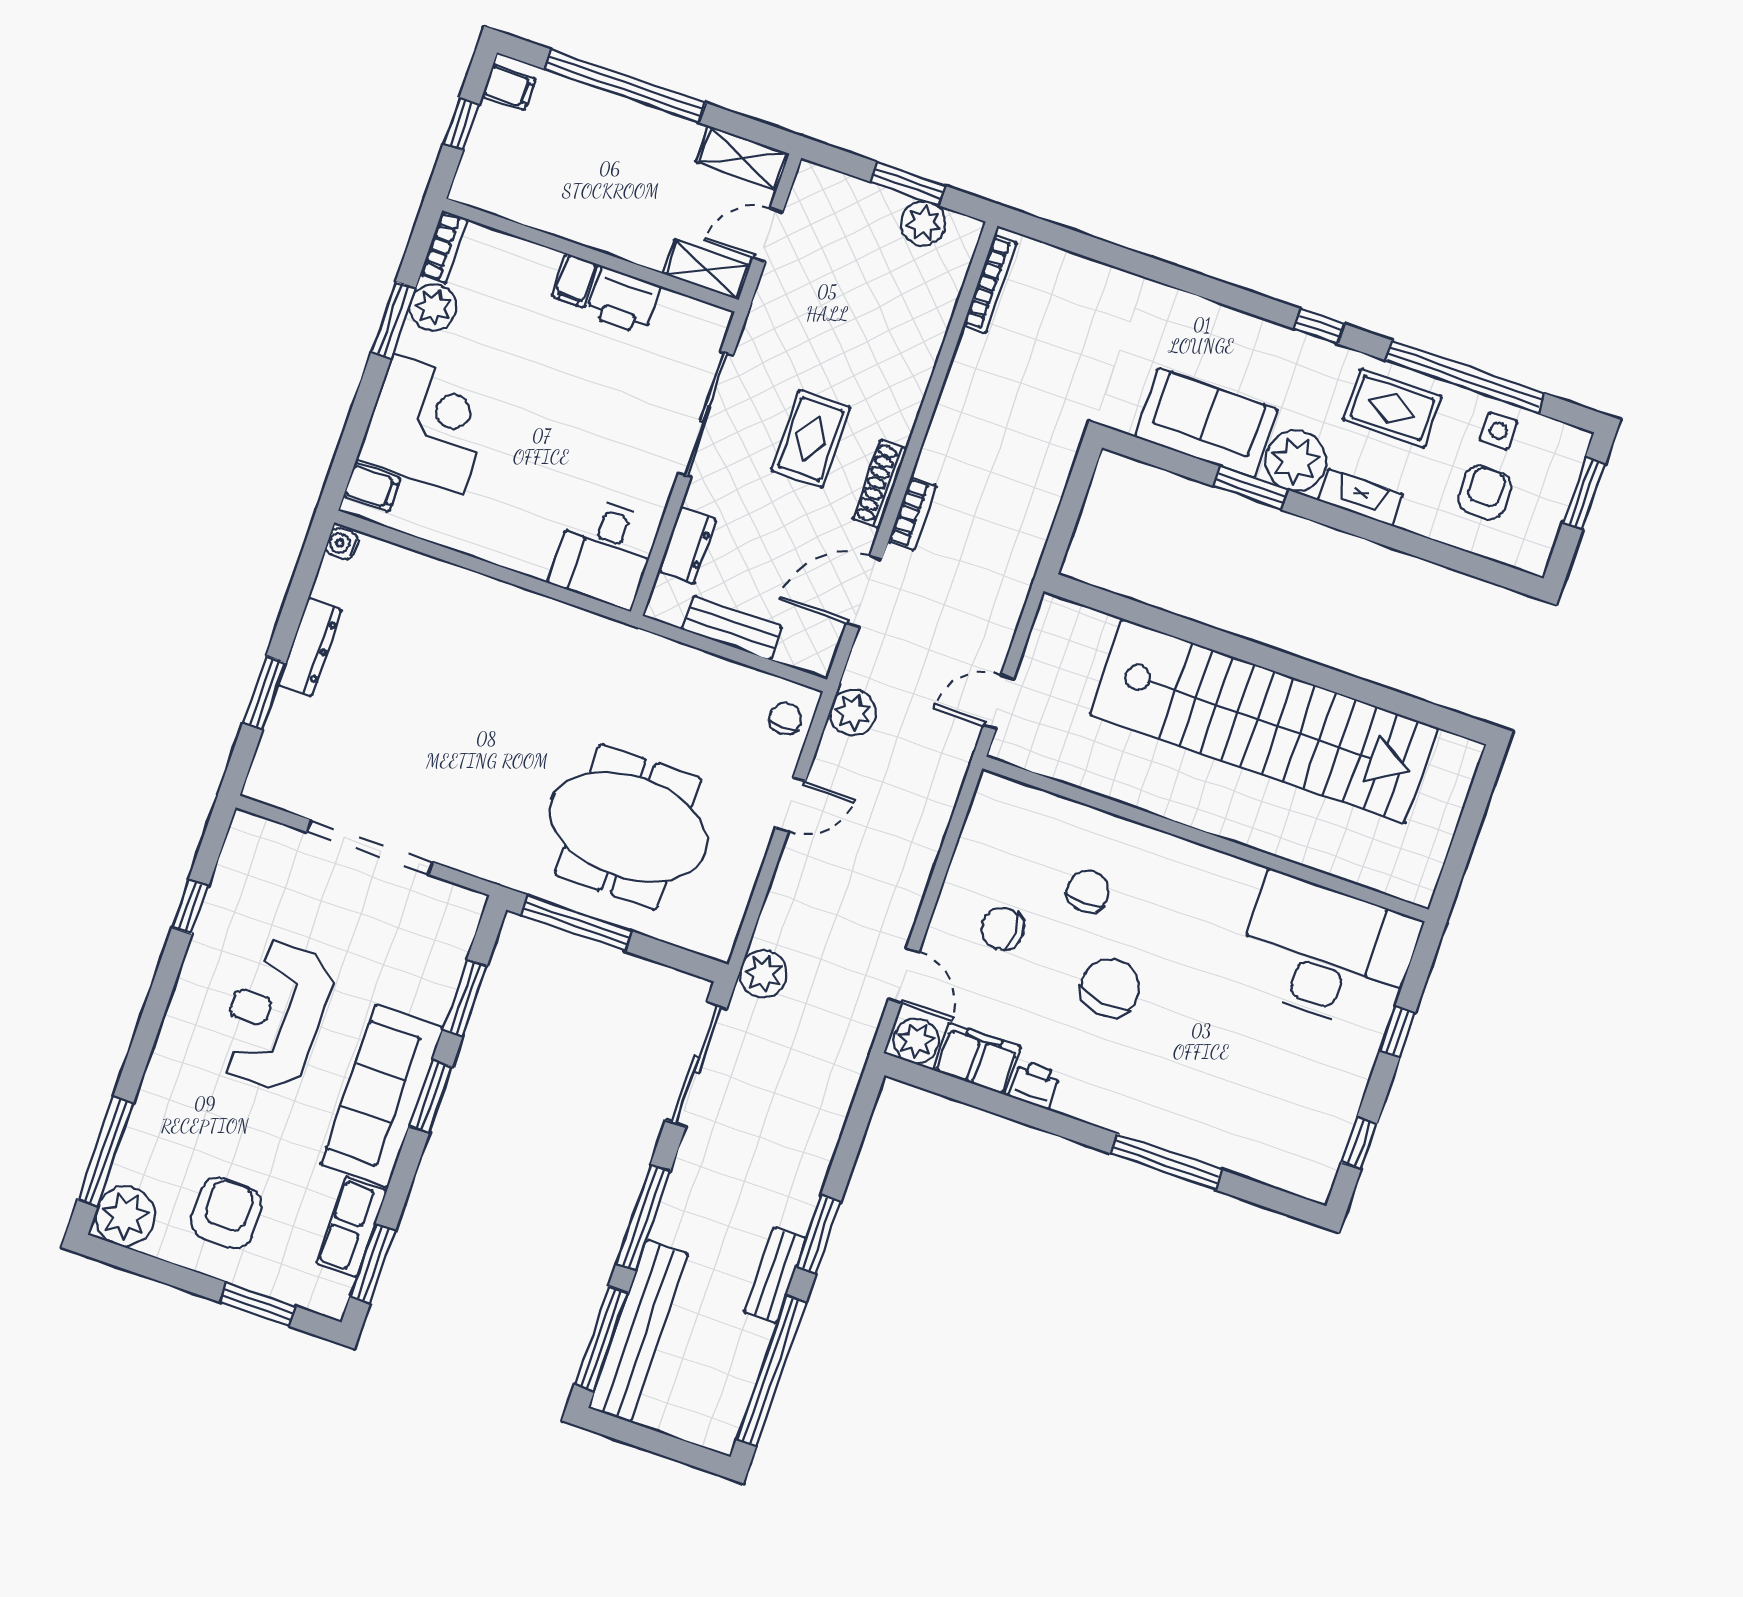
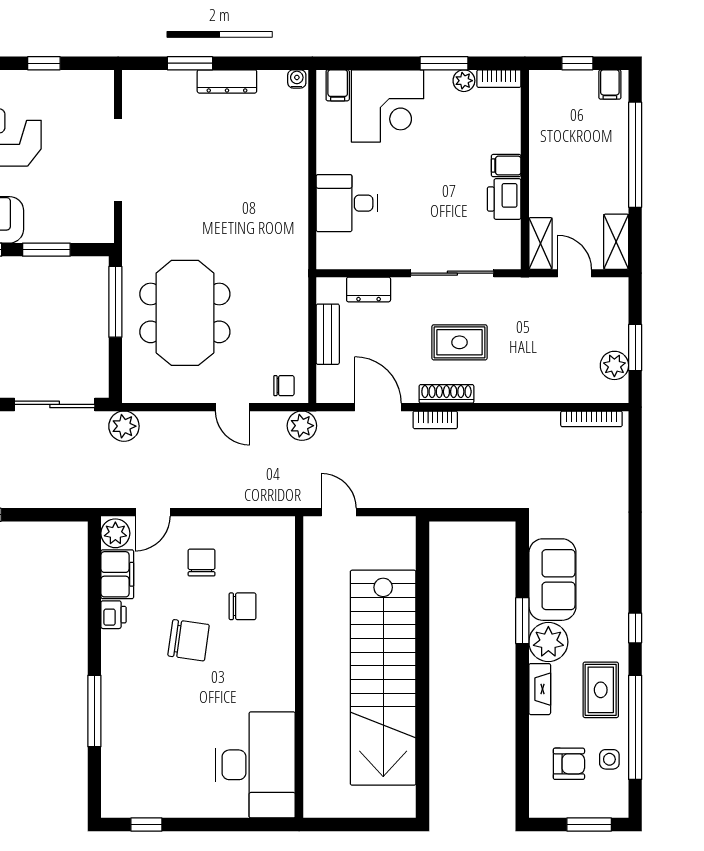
plant: (433, 307) -> (464, 81), width x0.73, depth x0.73
desk: (605, 552) -> (347, 203), moved
window: (1398, 1032) -> (222, 824), removed

